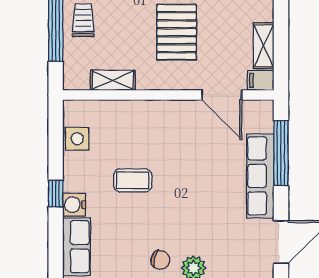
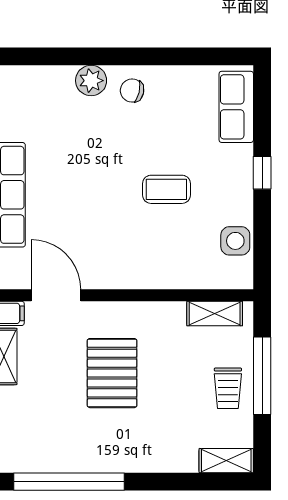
shelving: (113, 80) -> (215, 313), moved
water cooler: (74, 205) -> (239, 159), removed

